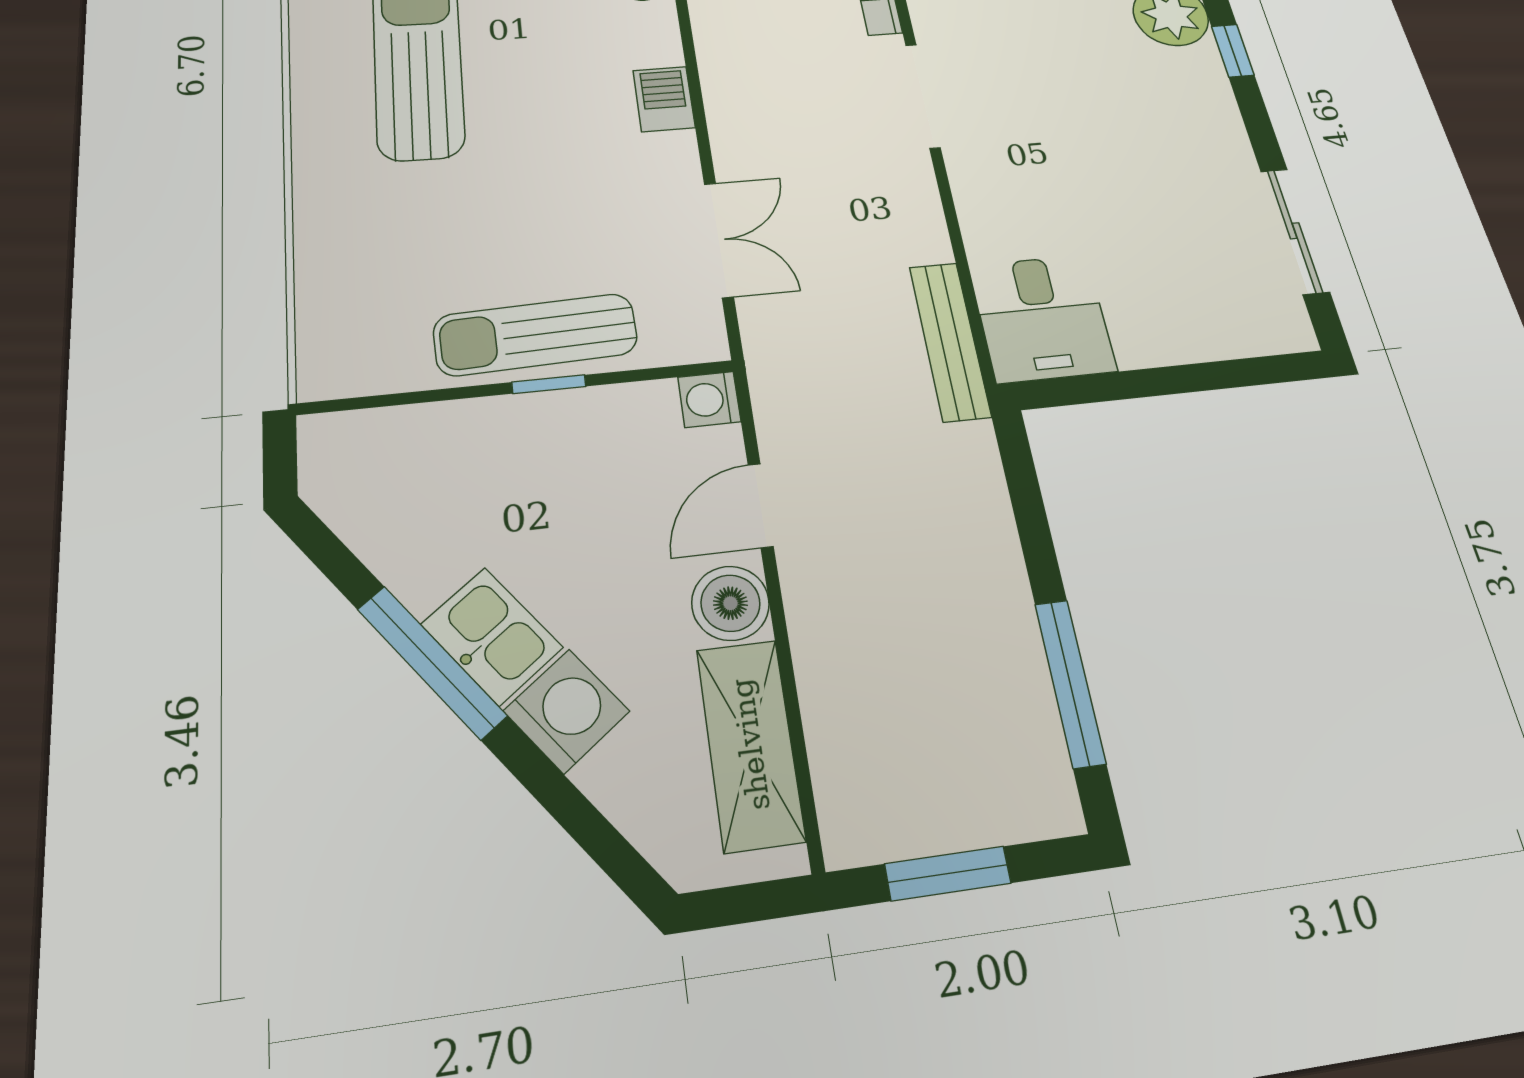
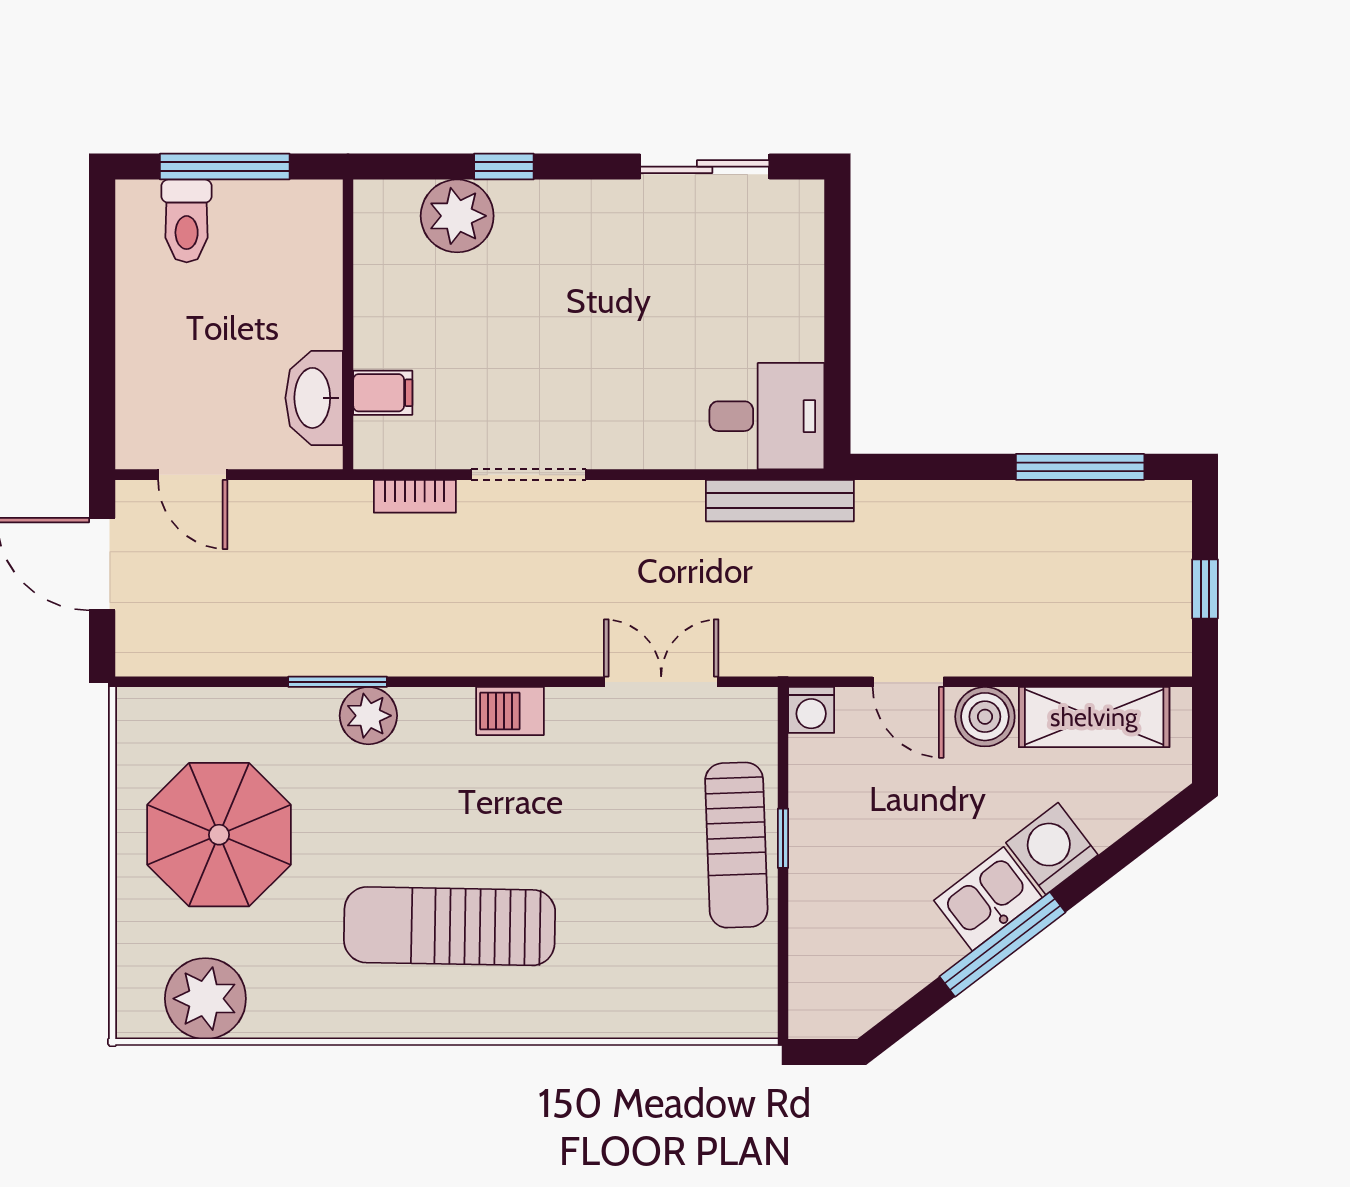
window: (948, 874) -> (1205, 589), width x0.67

